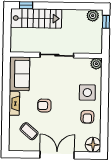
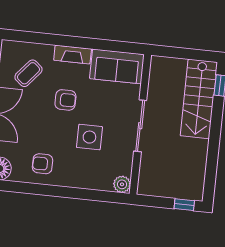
plant: (93, 16) -> (195, 185), removed
side table: (87, 93) -> (89, 137), moved
armchair: (44, 106) -> (65, 100), turned 90

